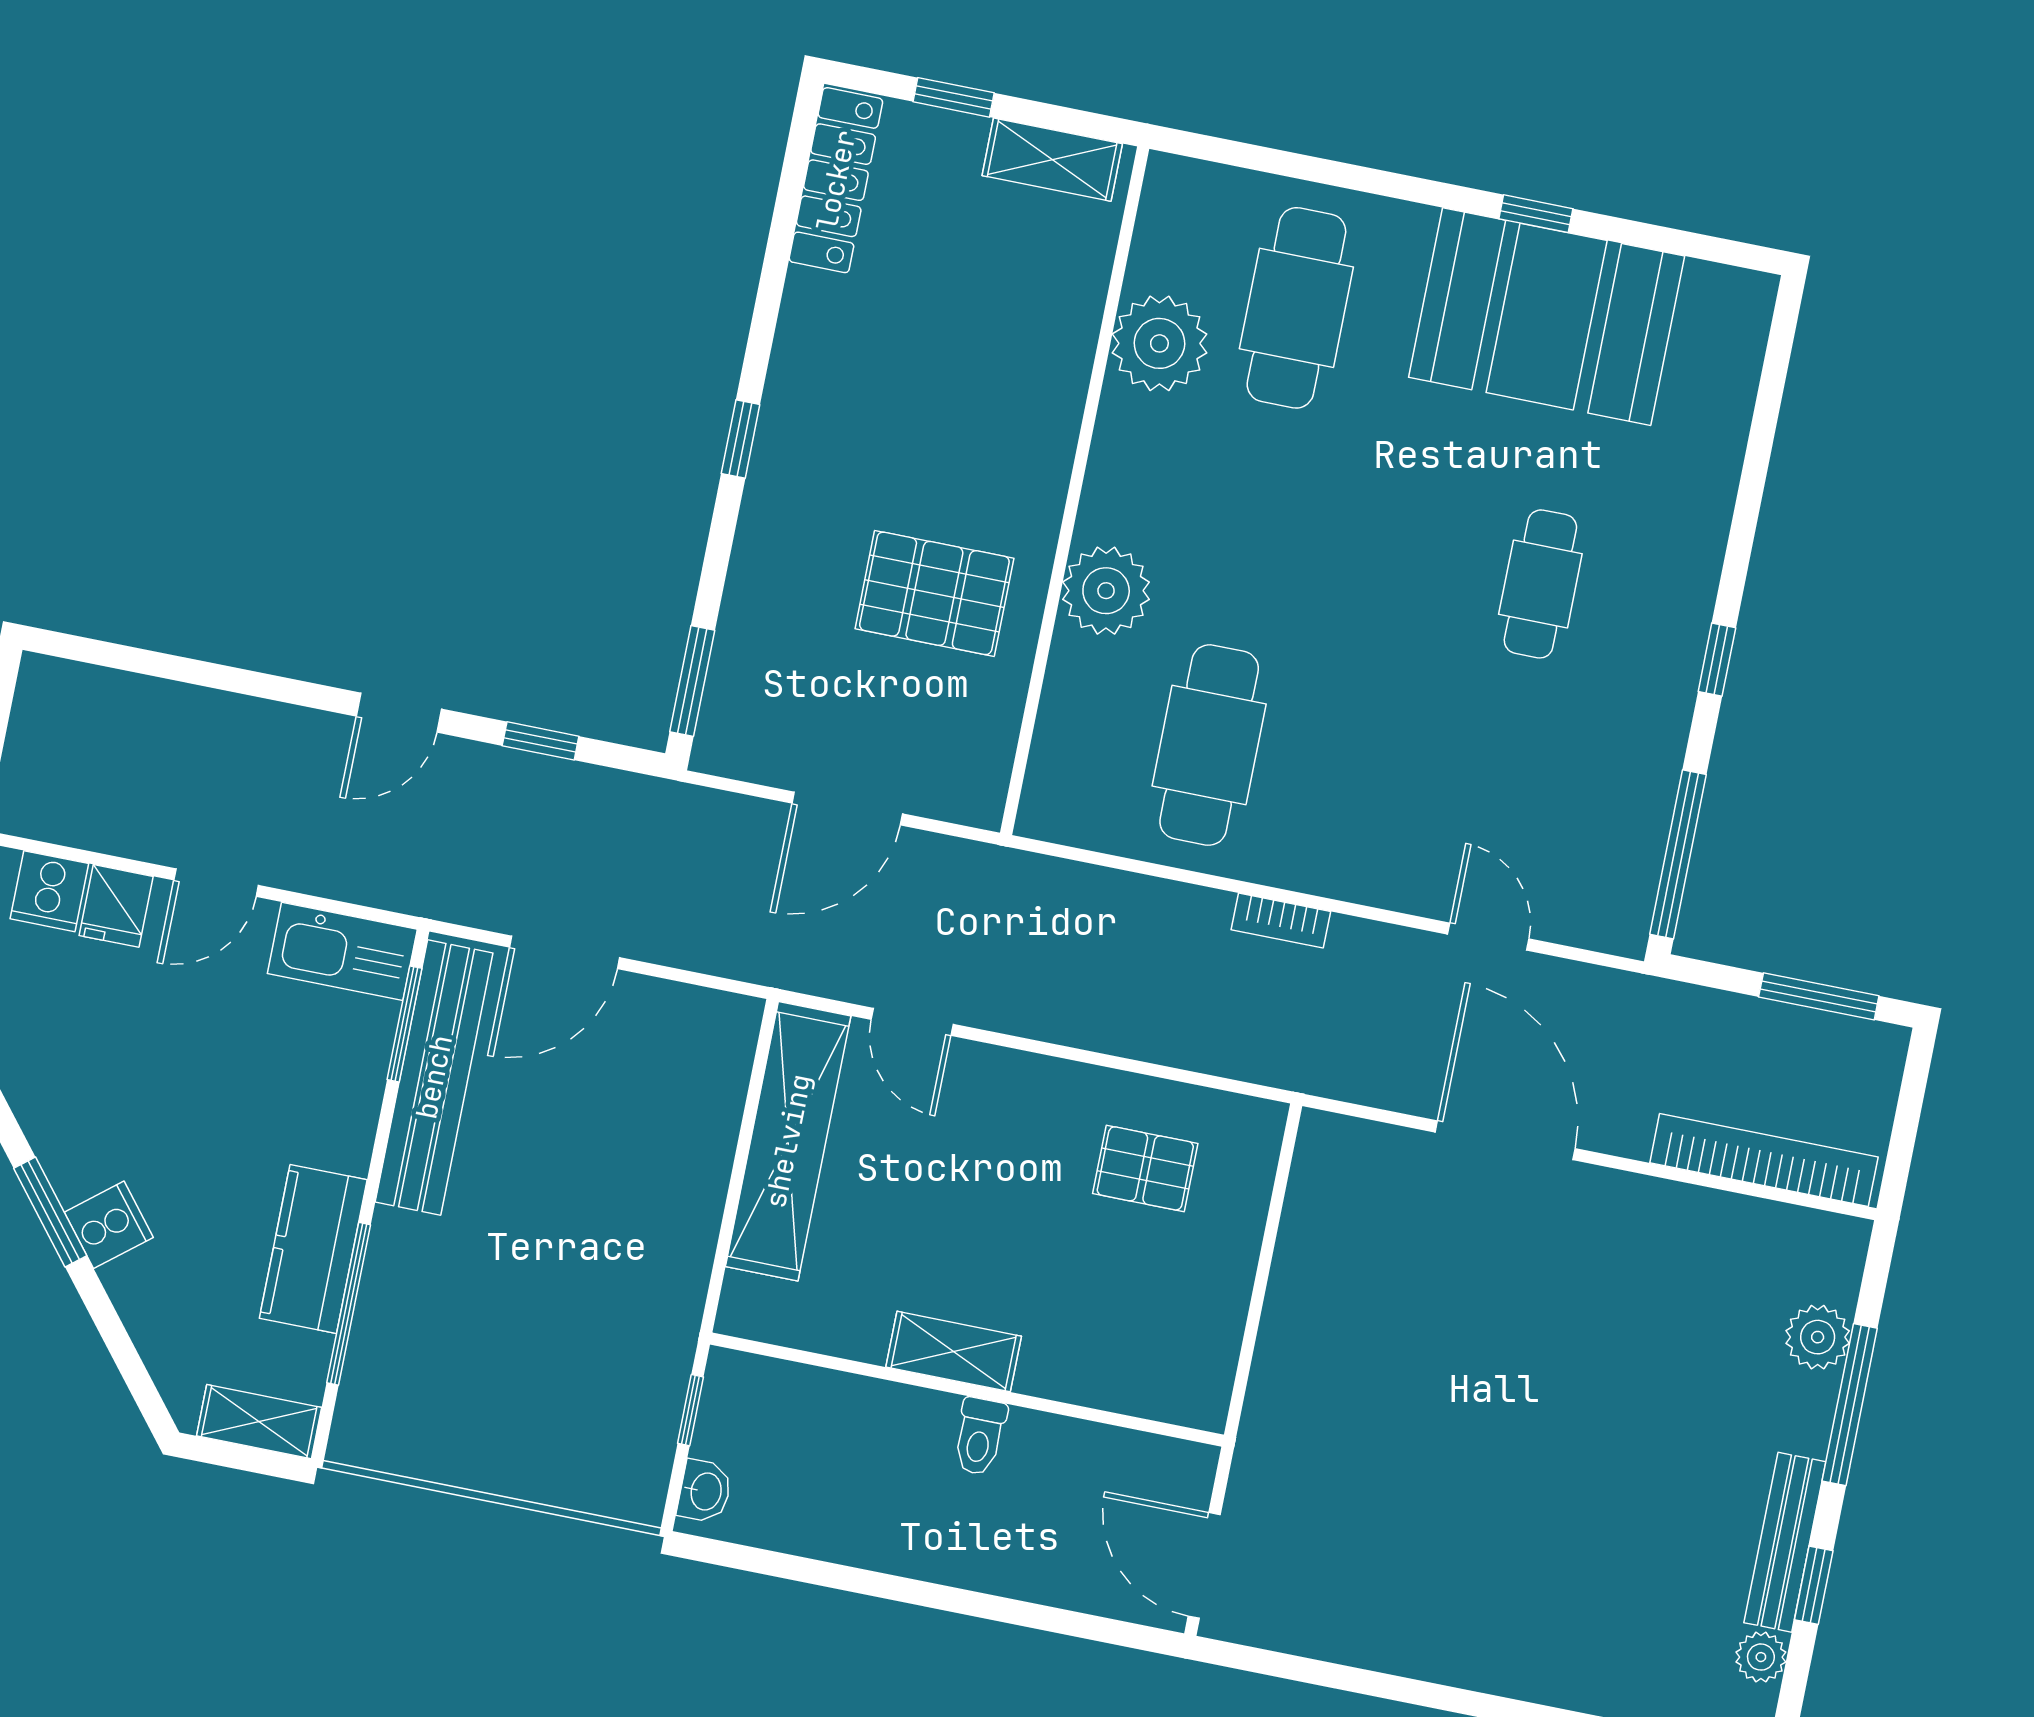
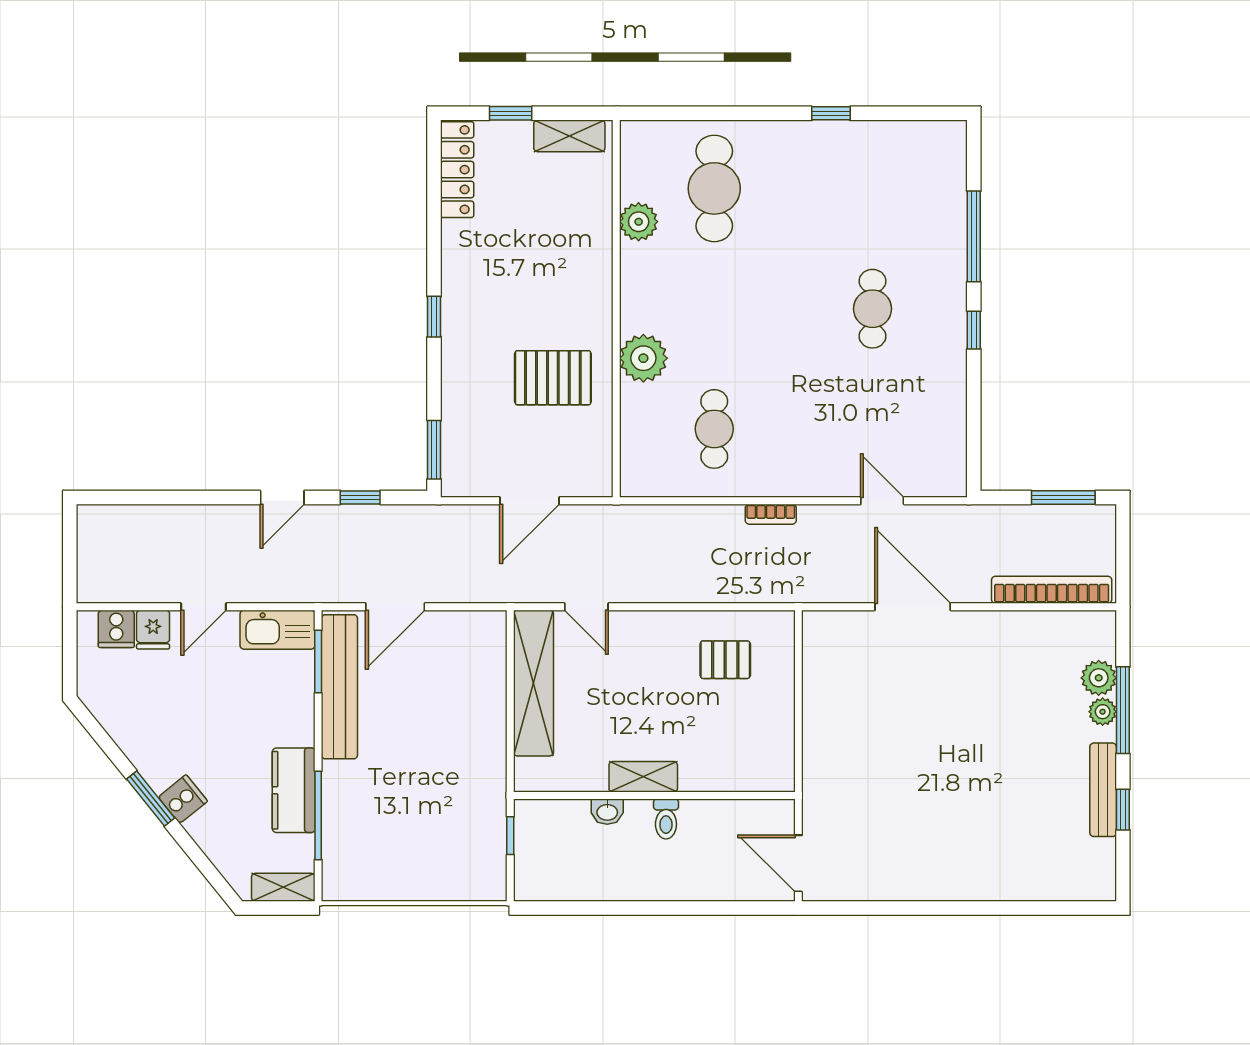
booth: (1547, 317) -> (848, 167), removed
plant: (1159, 343) -> (639, 222), width x0.73, depth x0.73
cafe table: (1209, 745) -> (714, 429), width x0.73, depth x0.74
window: (1678, 854) -> (974, 236), moved
washbasin: (705, 1491) -> (607, 812), moved, turned 90
plant: (1761, 1657) -> (1103, 712), moved

